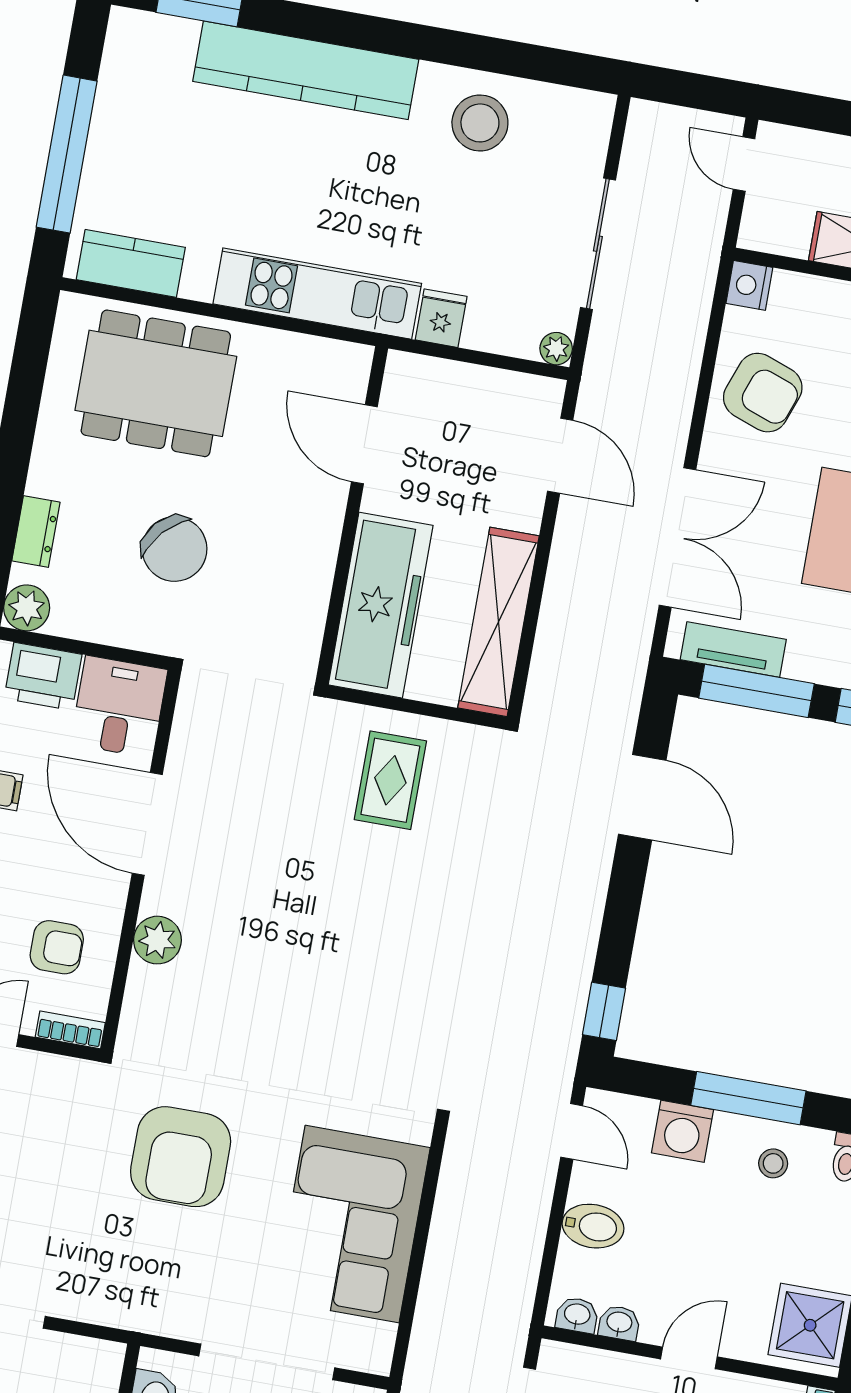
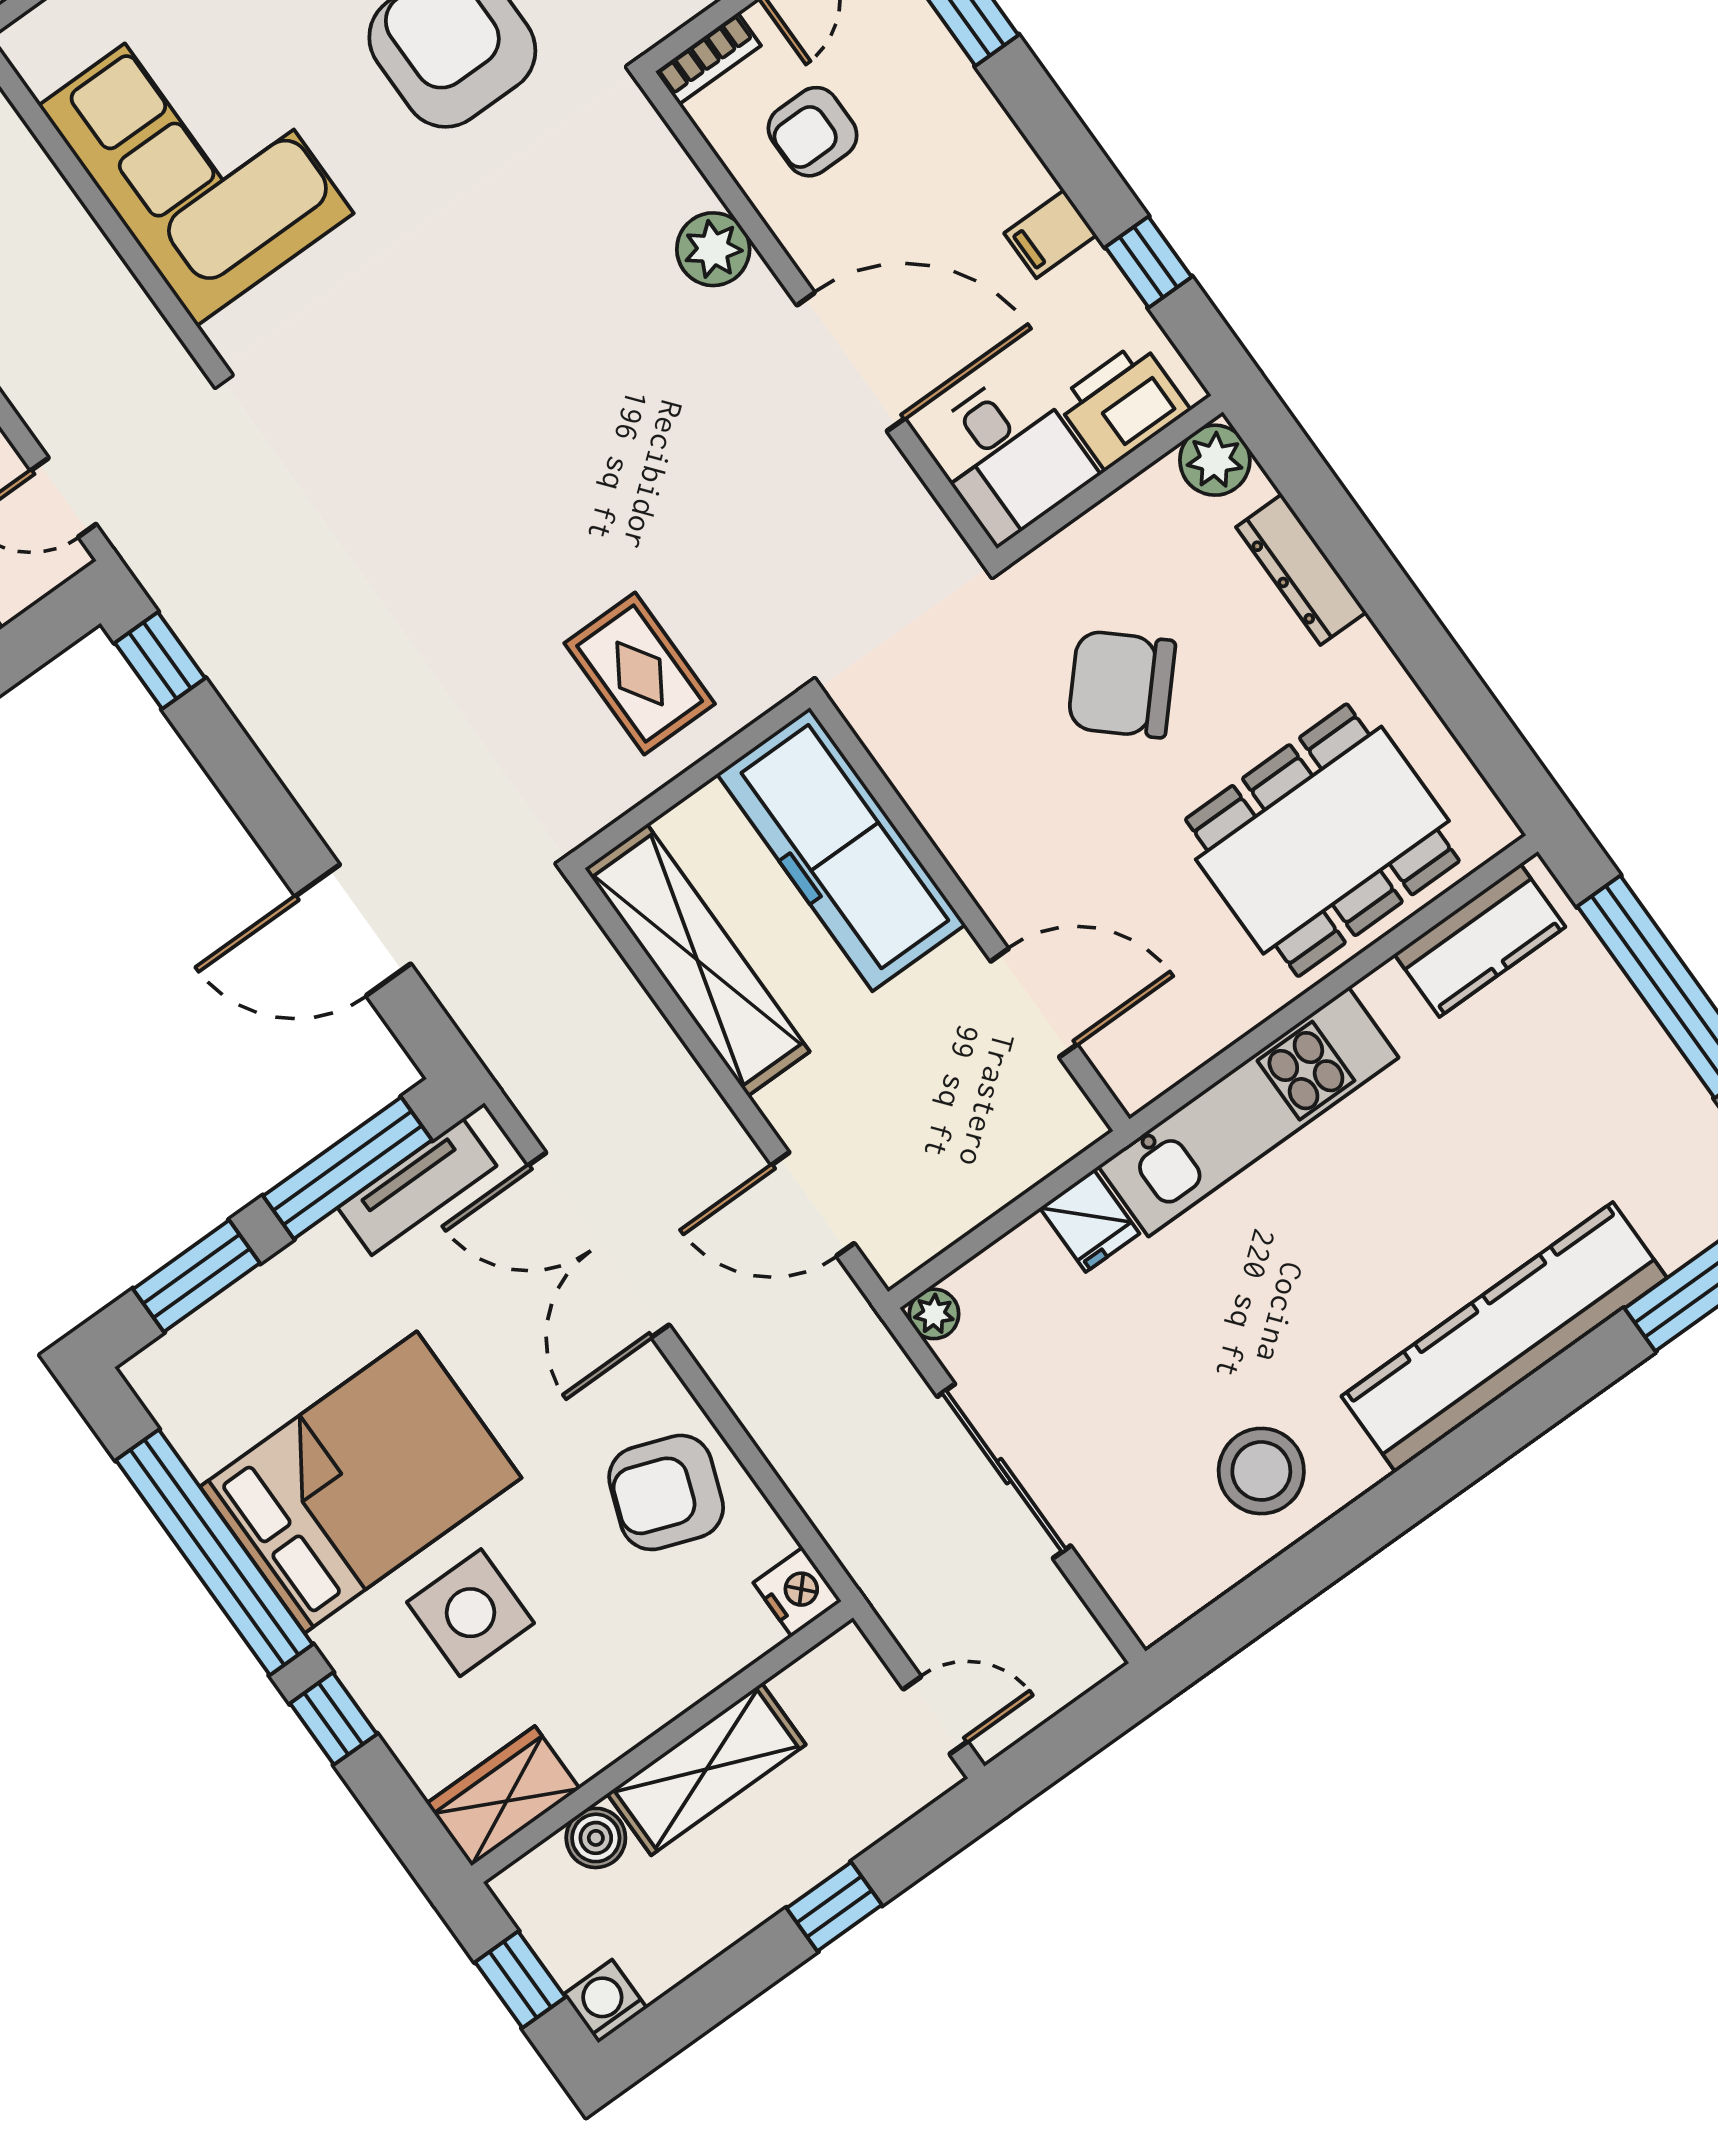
dresser: (36, 532) -> (1301, 570), width x1.44

